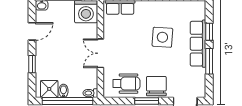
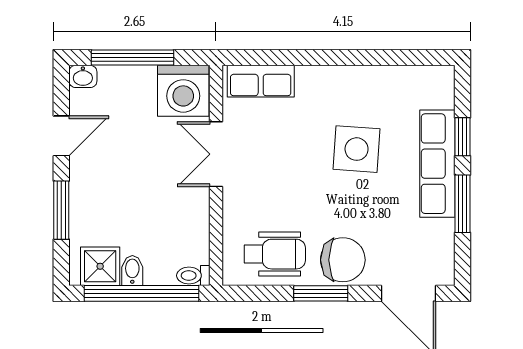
double door: (100, 53) -> (216, 154), moved
window: (32, 64) -> (61, 210), width x1.50
chair: (156, 86) -> (343, 260), turned 90

